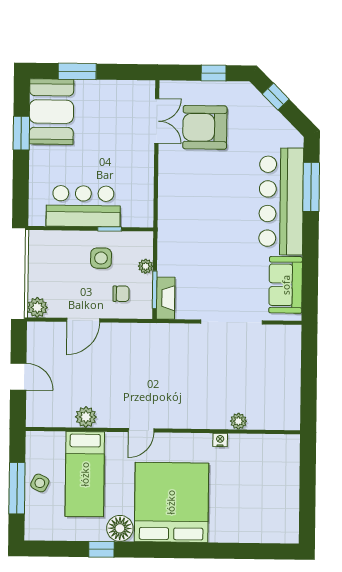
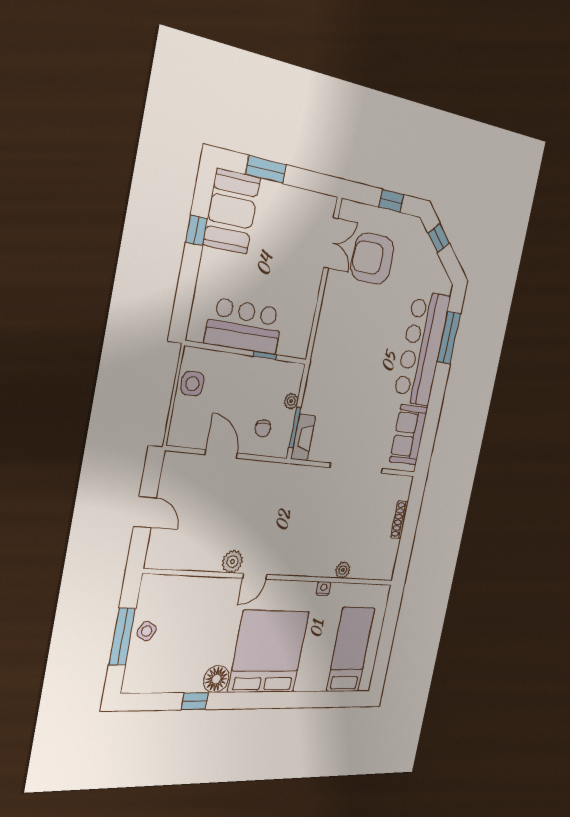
window: (21, 133) -> (197, 230), width x0.67
side table: (101, 258) -> (192, 384), moved
chair: (121, 294) -> (263, 428), turned 82
plant: (37, 307) -> (178, 435), removed
door: (83, 320) -> (221, 454), swing flipped
shoe rack: (295, 369) -> (399, 520), added
plant: (86, 417) -> (232, 562), moved
bed: (85, 474) -> (351, 650), moved, turned 180

